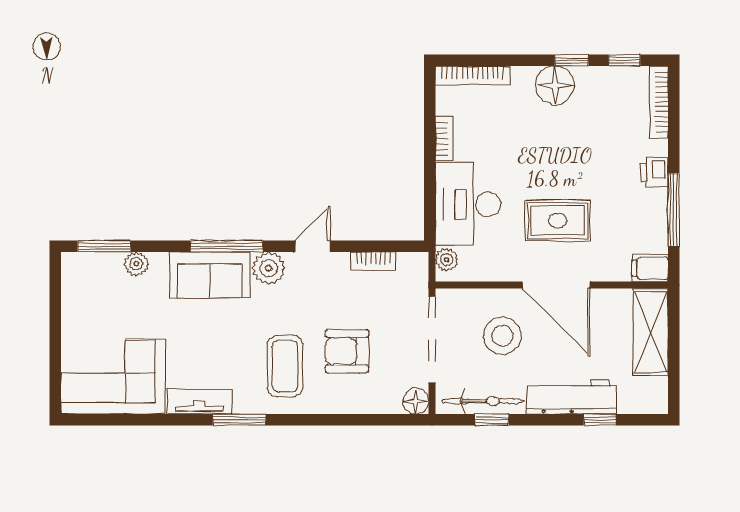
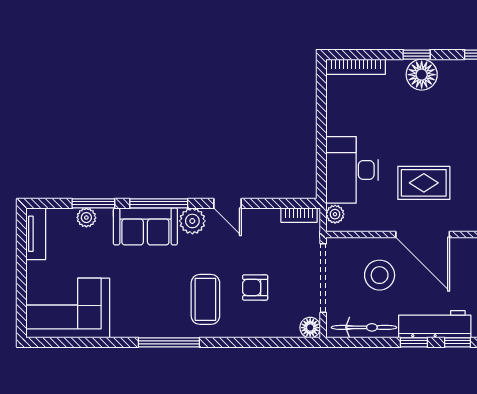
window: (572, 60) -> (417, 55), moved
bookcase: (444, 138) -> (333, 117), removed
window: (104, 246) -> (93, 203), moved
door: (313, 246) -> (228, 203), swing flipped
bookcase: (373, 261) -> (299, 215), moved
armchair: (347, 351) -> (255, 287), width x0.72, depth x0.72
tv unit: (200, 402) -> (36, 234), moved, turned 90
window: (239, 420) -> (169, 342), width x1.44
window: (492, 420) -> (414, 342), moved

